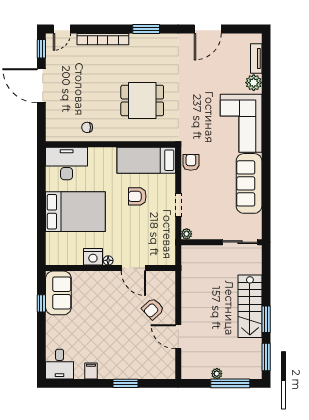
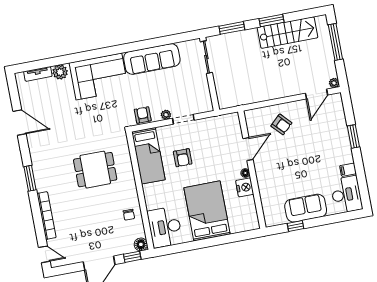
window: (41, 49) -> (132, 257), moved
dining table: (142, 100) -> (95, 170), turned 90
floor lamp: (53, 134) -> (141, 244), added
armchair: (191, 162) -> (143, 115), turned 90
plant: (187, 234) -> (166, 115), moved
sofa: (58, 293) -> (306, 208), moved
stairs: (250, 306) -> (287, 33), moved
door: (178, 337) -> (317, 94), moved
window: (266, 357) -> (232, 28), moved
desk: (60, 364) -> (346, 195), width x1.37
plant: (217, 374) -> (334, 83), moved

